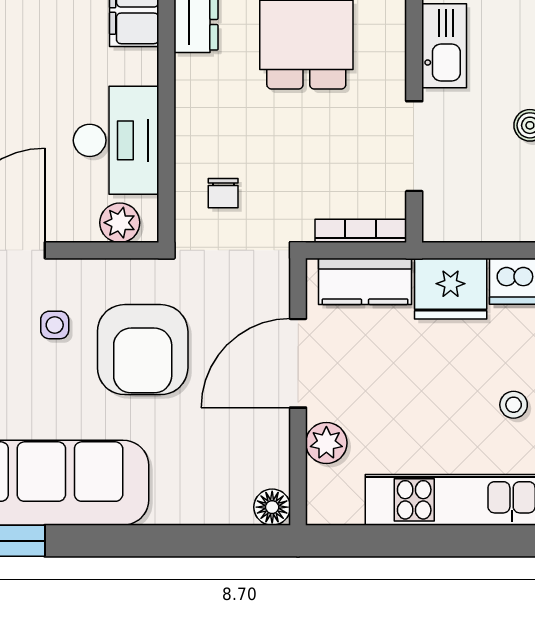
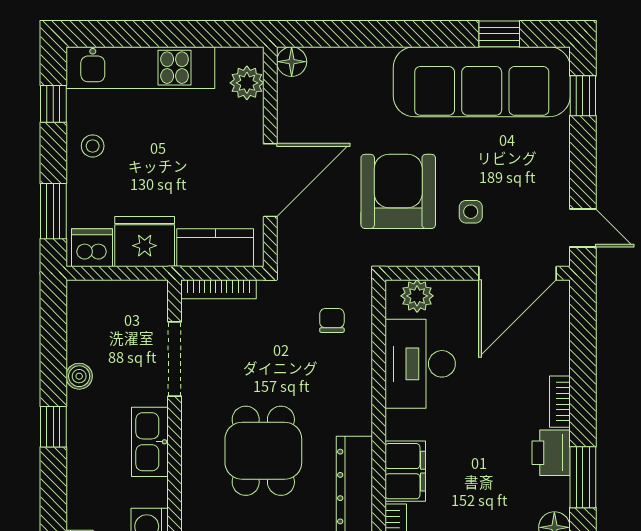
plant: (326, 443) -> (247, 83), moved

